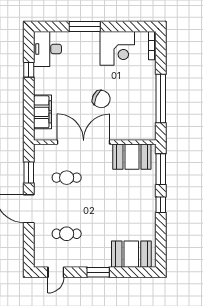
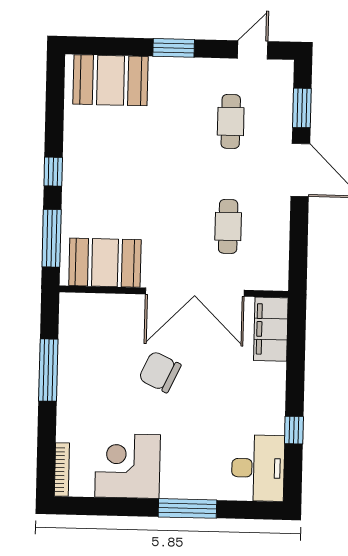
window: (161, 99) -> (48, 370), width x0.68
filing cabinet: (42, 112) -> (271, 329), moved
window: (29, 173) -> (302, 108), moved
cafe table: (67, 178) -> (228, 226), turned 90
cafe table: (67, 234) -> (231, 121), turned 90

